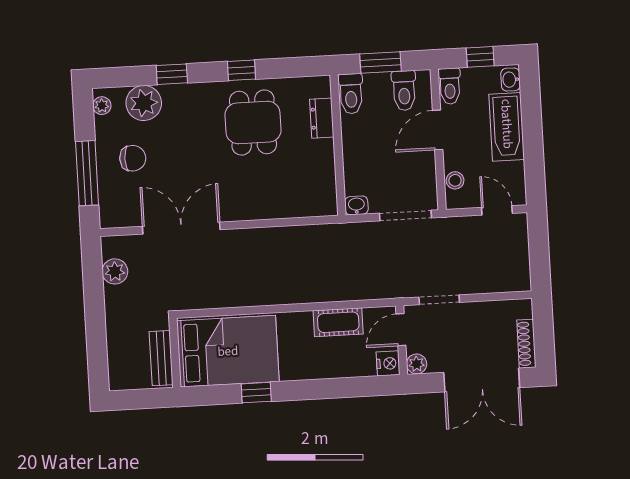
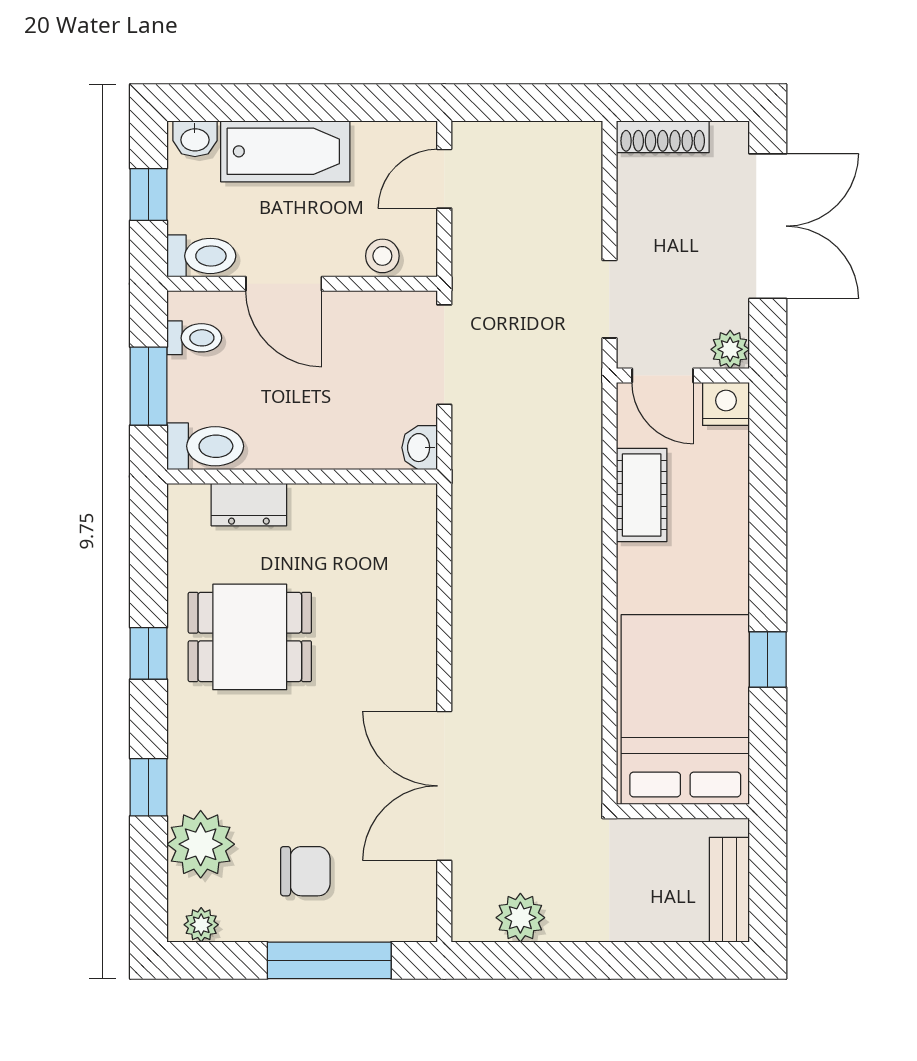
toilet: (404, 91) -> (194, 338), width x0.73, depth x0.72
chair: (133, 158) -> (305, 871), turned 90
shoe rack: (526, 344) -> (663, 137), moved
bench: (161, 358) -> (729, 890), moved, turned 90

